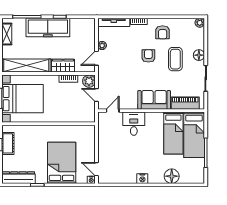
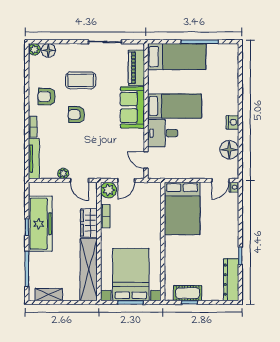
freezer: (48, 27) -> (40, 224), moved
armchair: (163, 32) -> (47, 97), turned 180
floor lamp: (199, 55) -> (48, 50), moved
bed: (173, 133) -> (175, 106), moved
bed: (62, 163) -> (182, 208), moved, turned -90
floor lamp: (172, 176) -> (229, 150), moved

